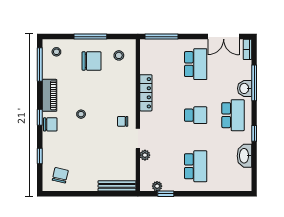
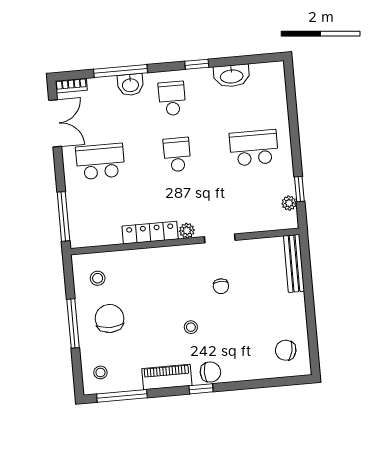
school desk: (233, 115) -> (172, 98), width x0.54
chair: (123, 121) -> (221, 286), moved
chair: (50, 124) -> (210, 372), turned 90
plant: (145, 155) -> (187, 231), moved
window: (40, 156) -> (259, 384), removed

